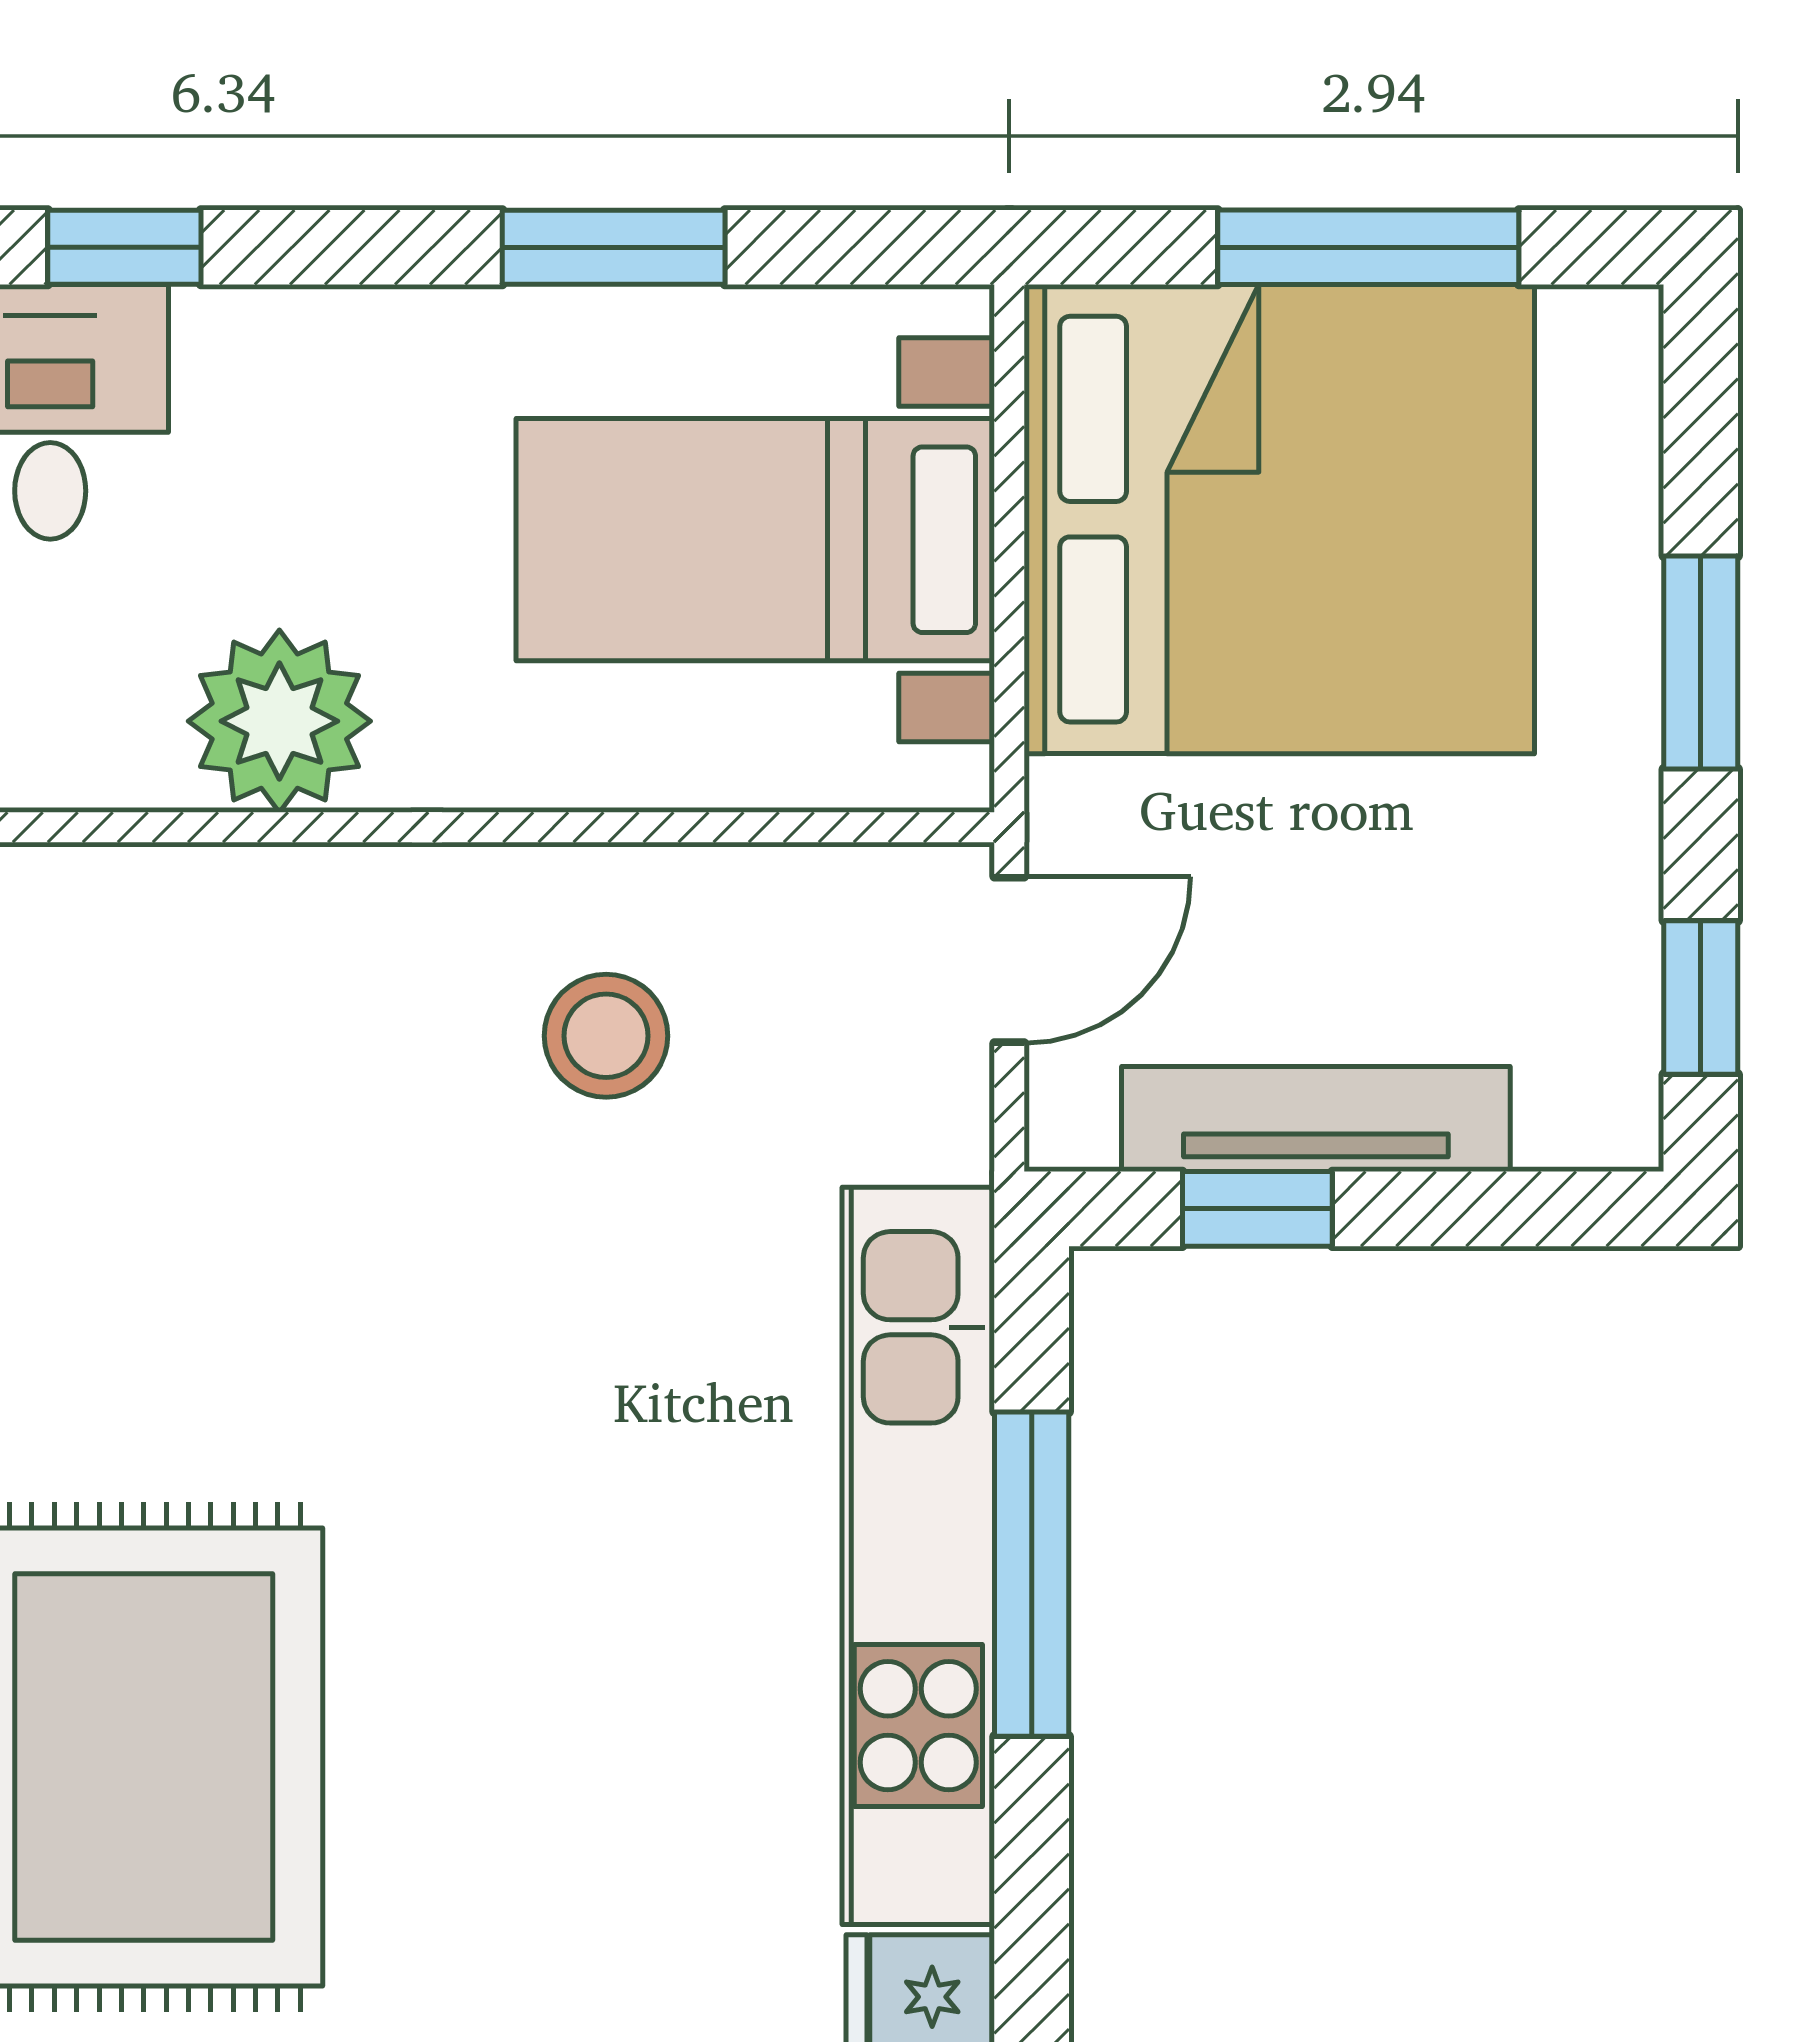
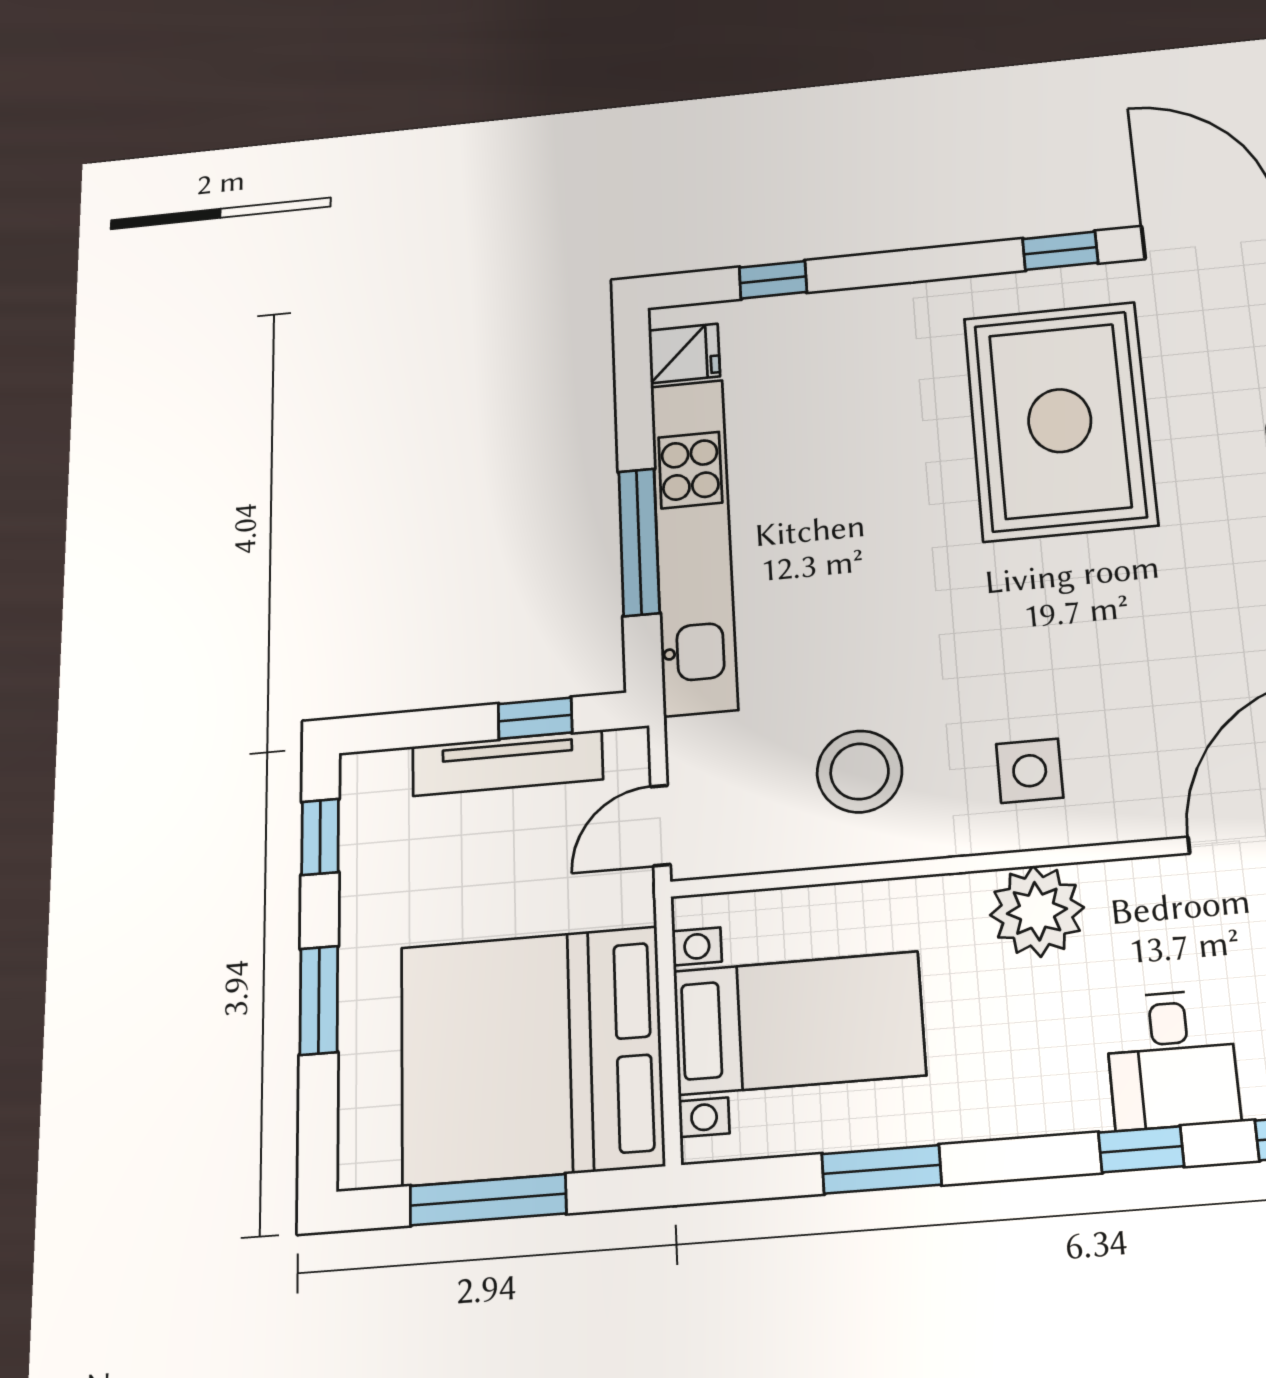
side table: (270, 1007) -> (1030, 771), added
stool: (606, 1036) -> (860, 771), width x1.38, depth x1.38

